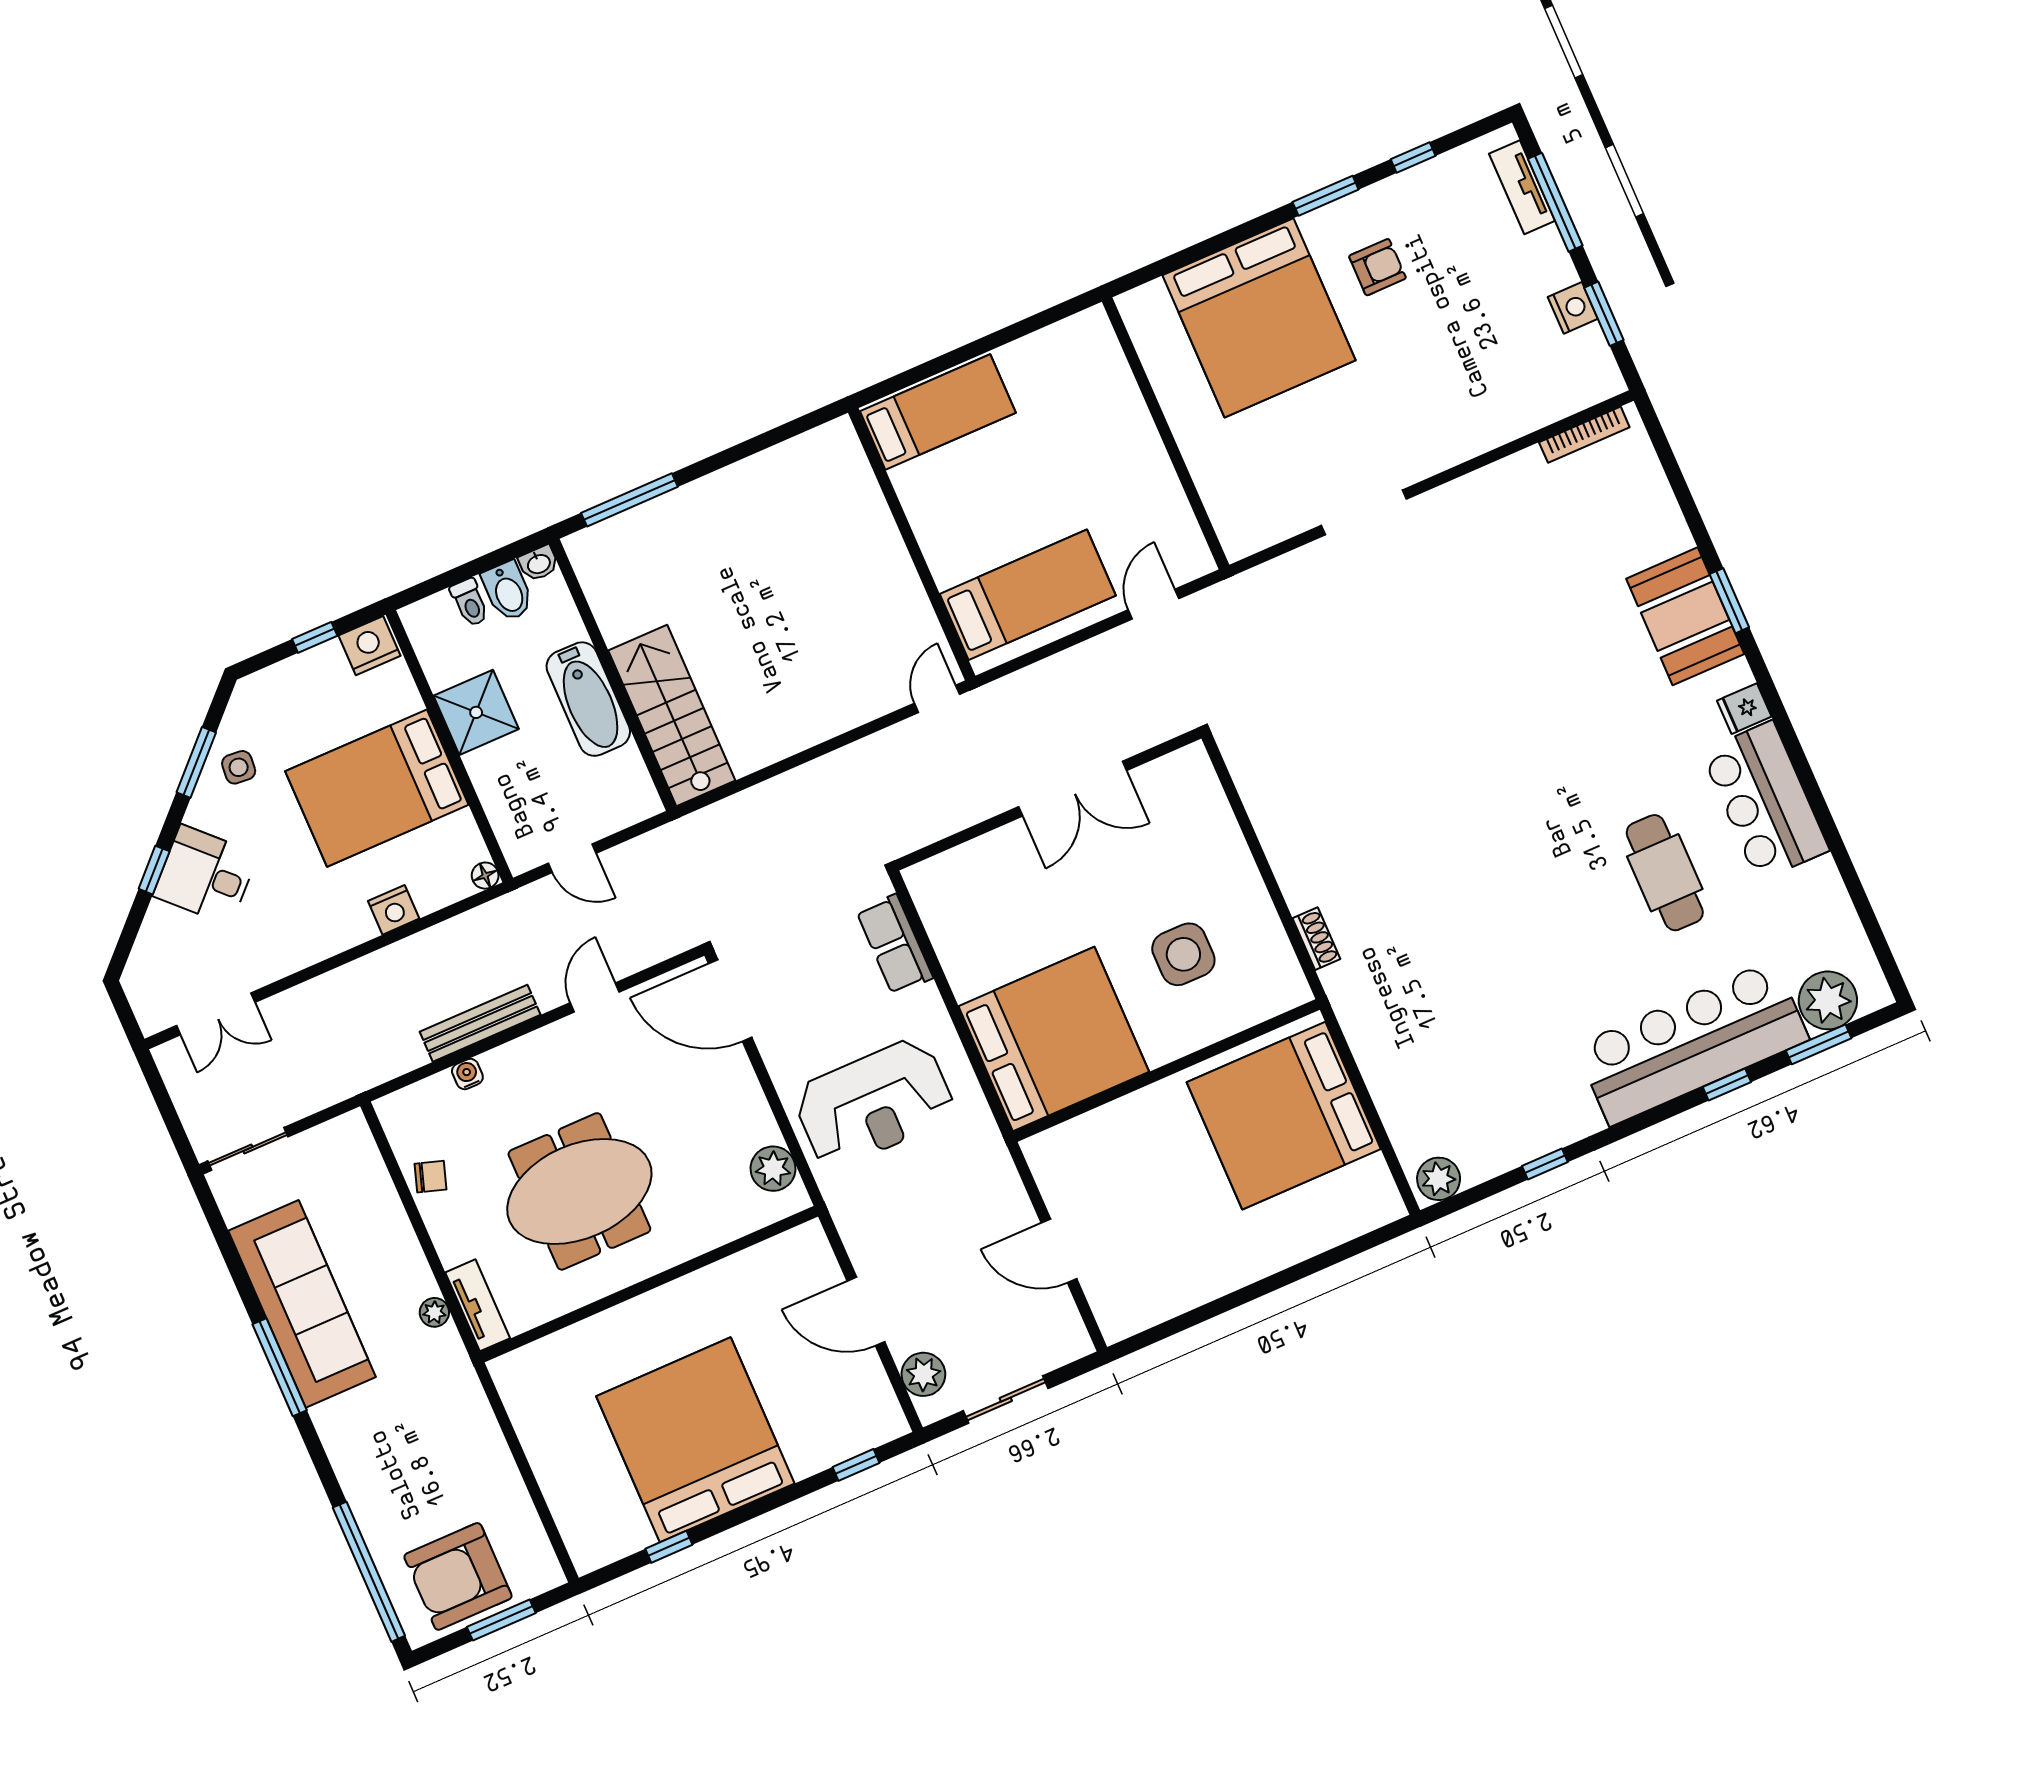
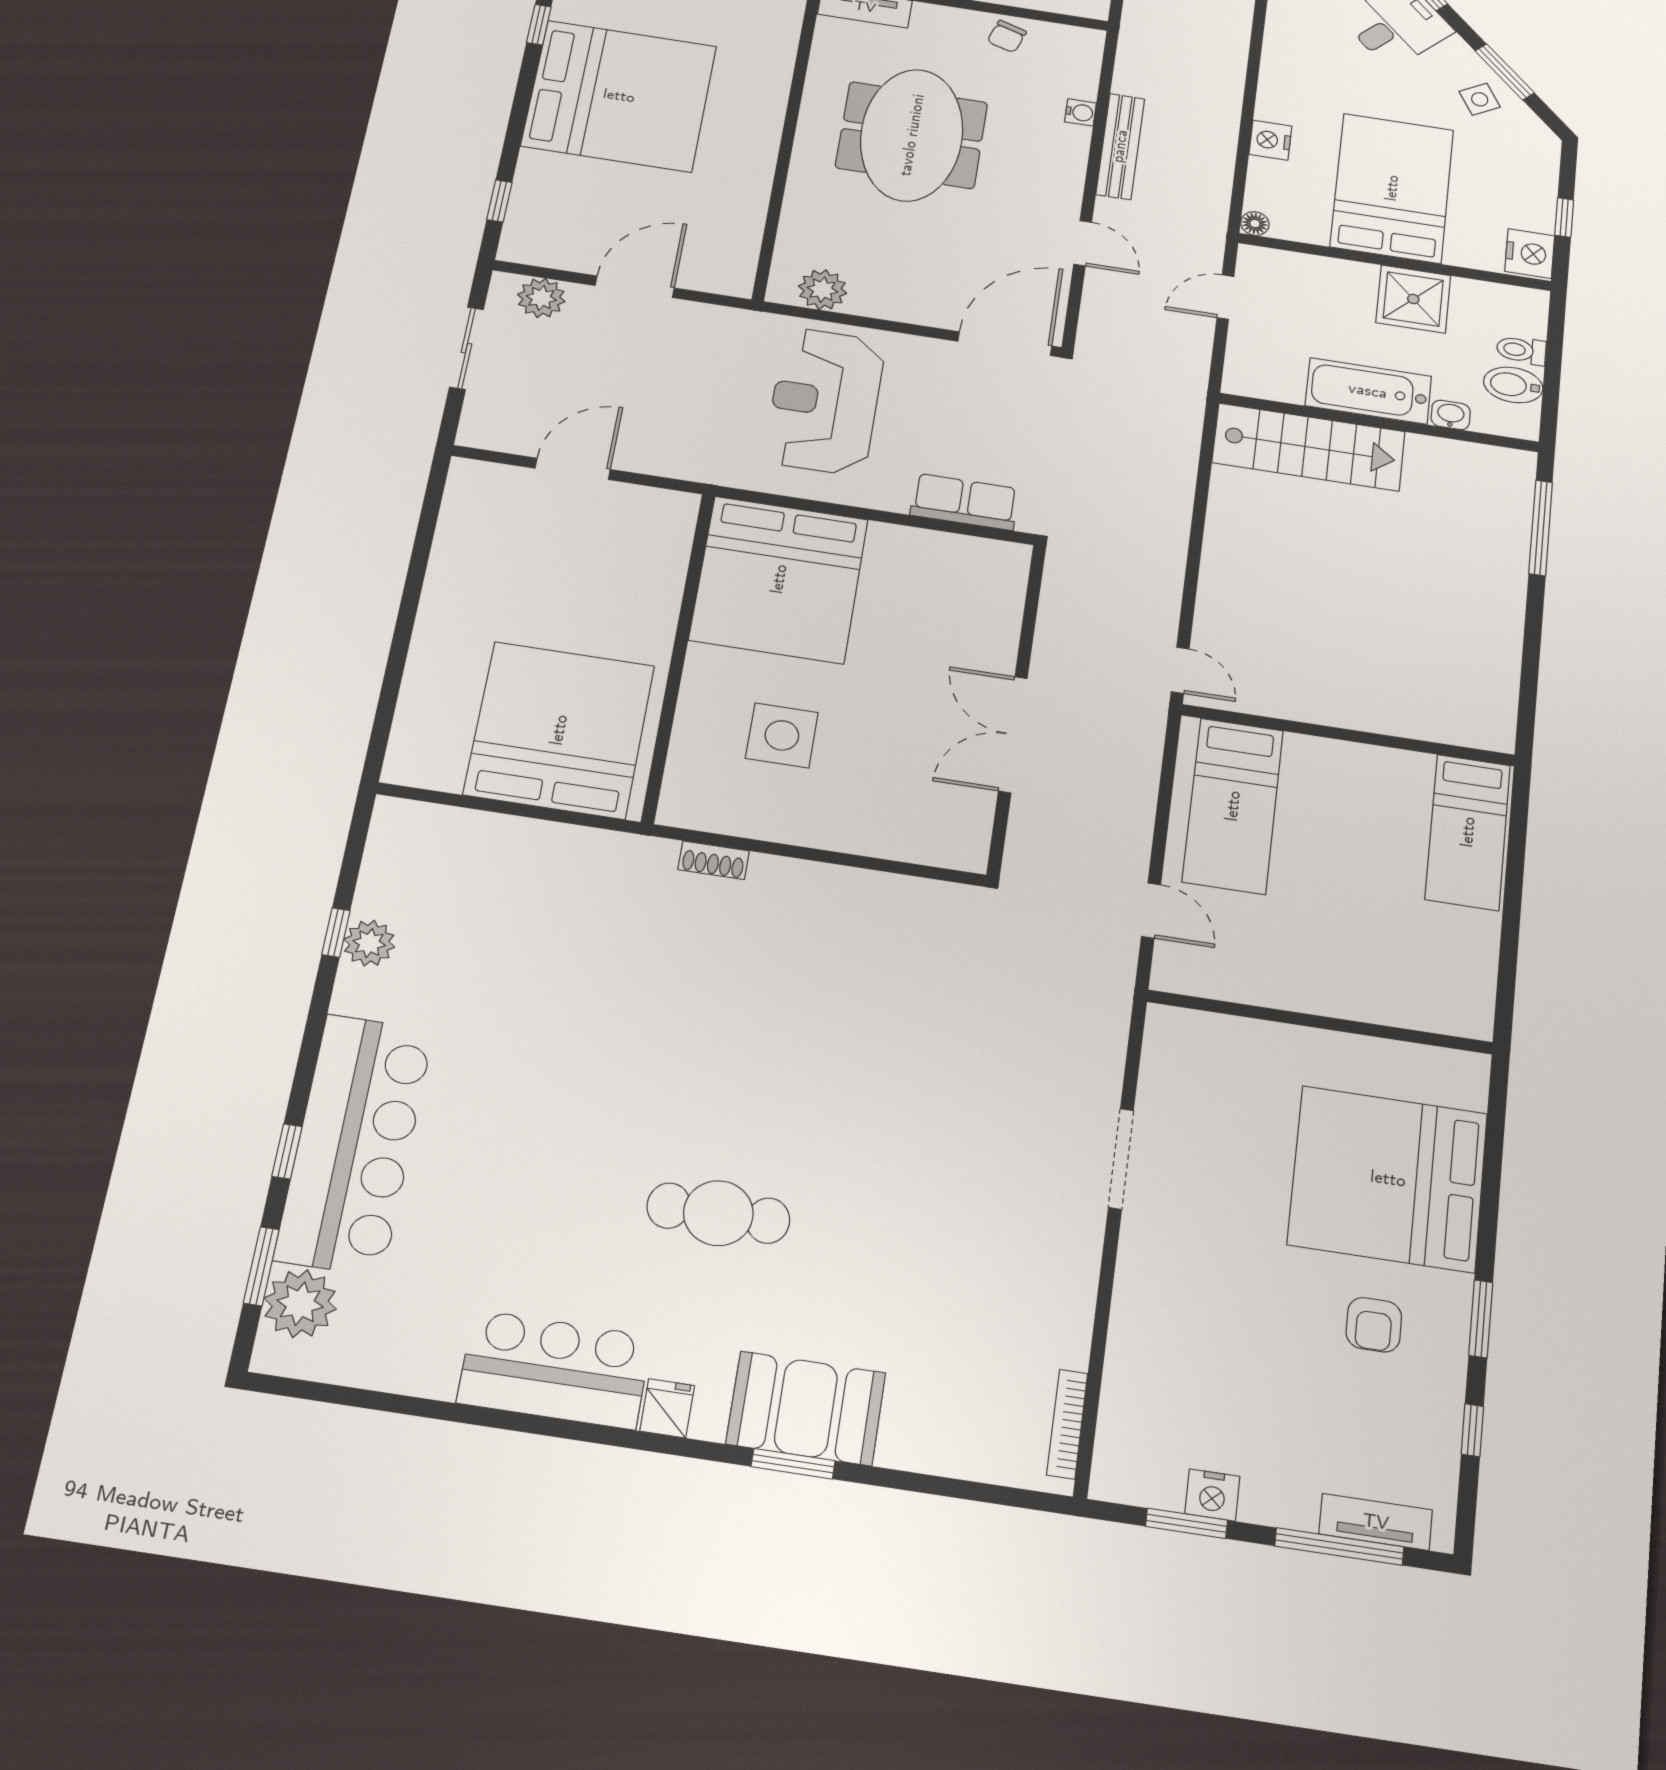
washbasin: (539, 563) -> (1451, 415), moved, turned 90
side table: (239, 767) -> (1480, 99), turned -35
cafe table: (1665, 873) -> (718, 1213), moved
plant: (1439, 1179) -> (369, 943), moved

